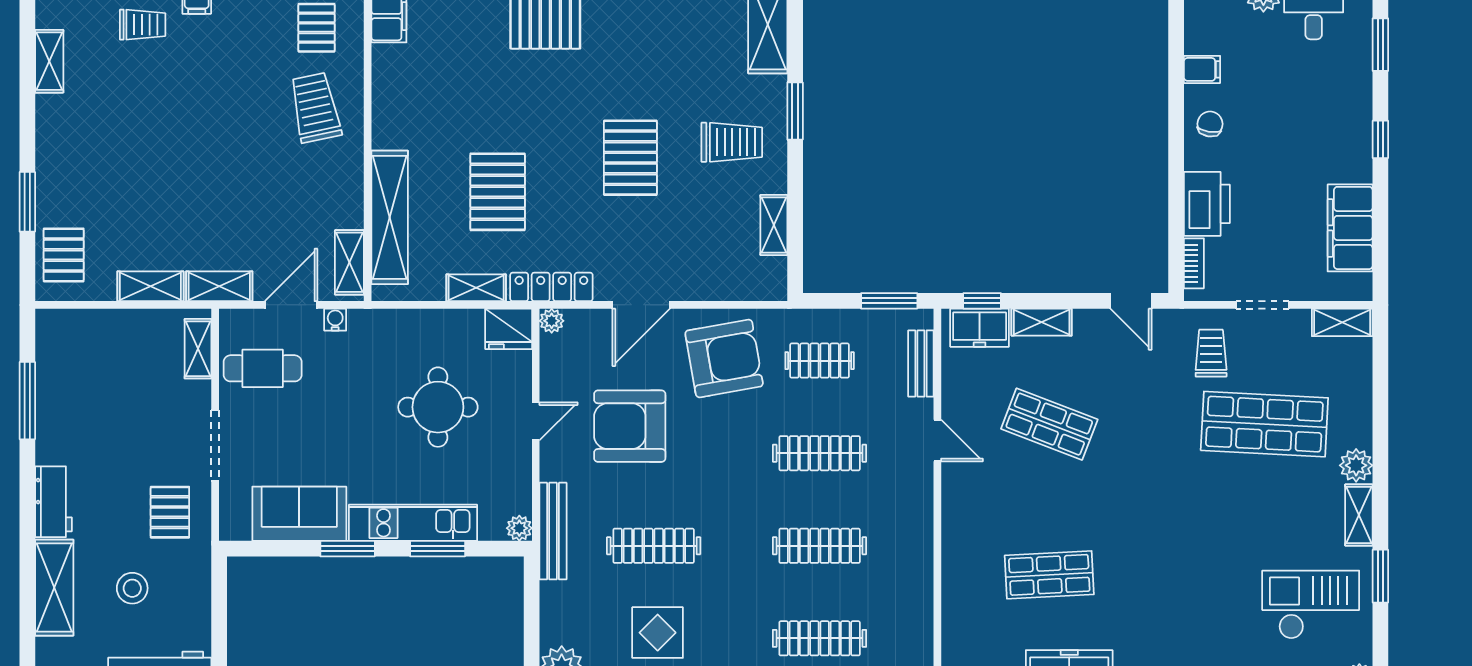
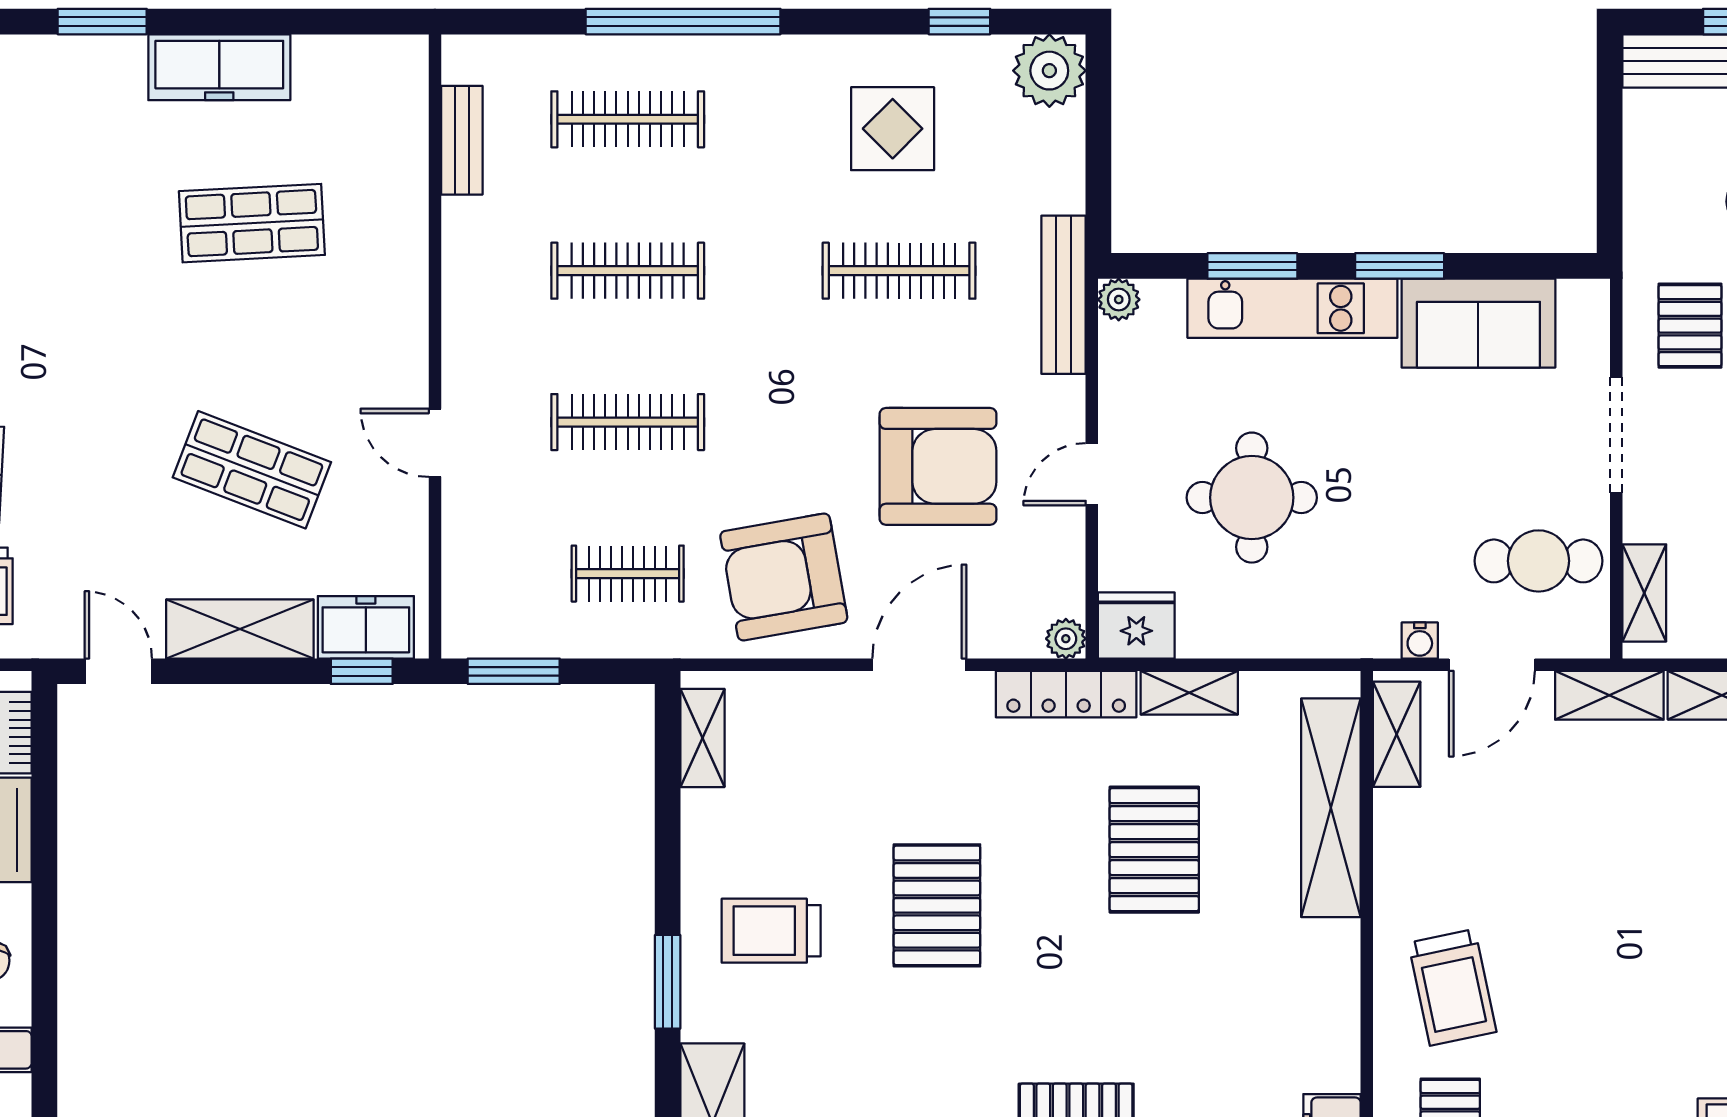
shelving: (774, 225) -> (702, 738), moved
shelving: (1042, 322) -> (240, 629), width x1.50, depth x1.33
bench: (921, 363) -> (462, 140), moved

